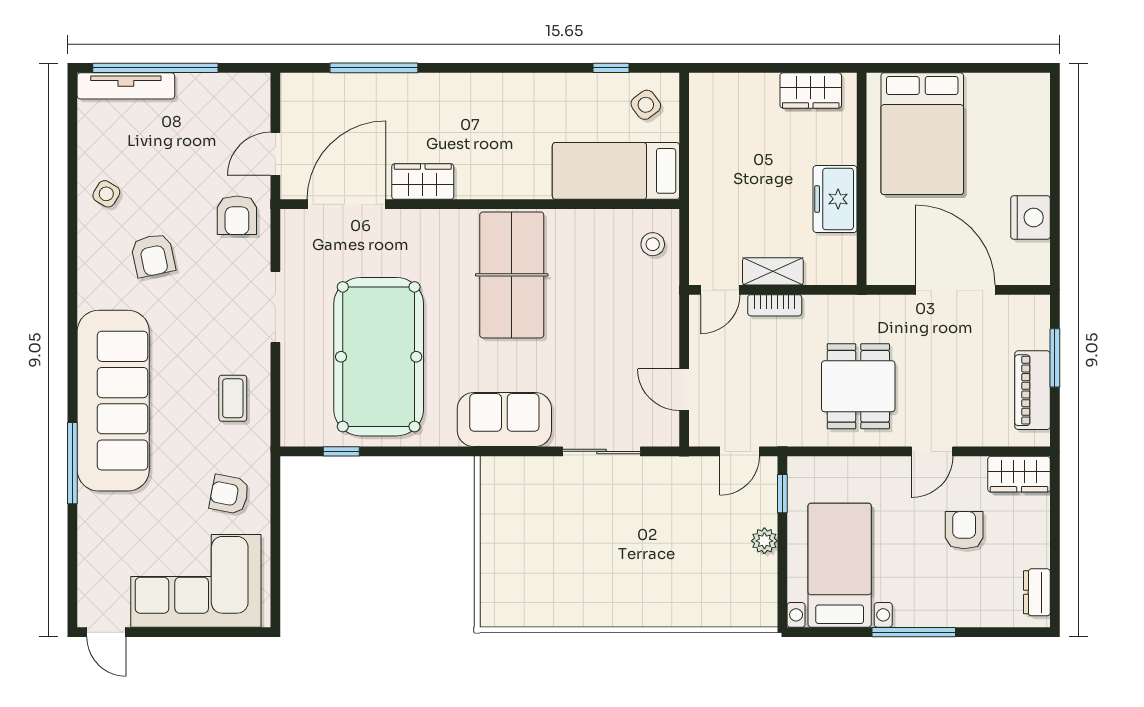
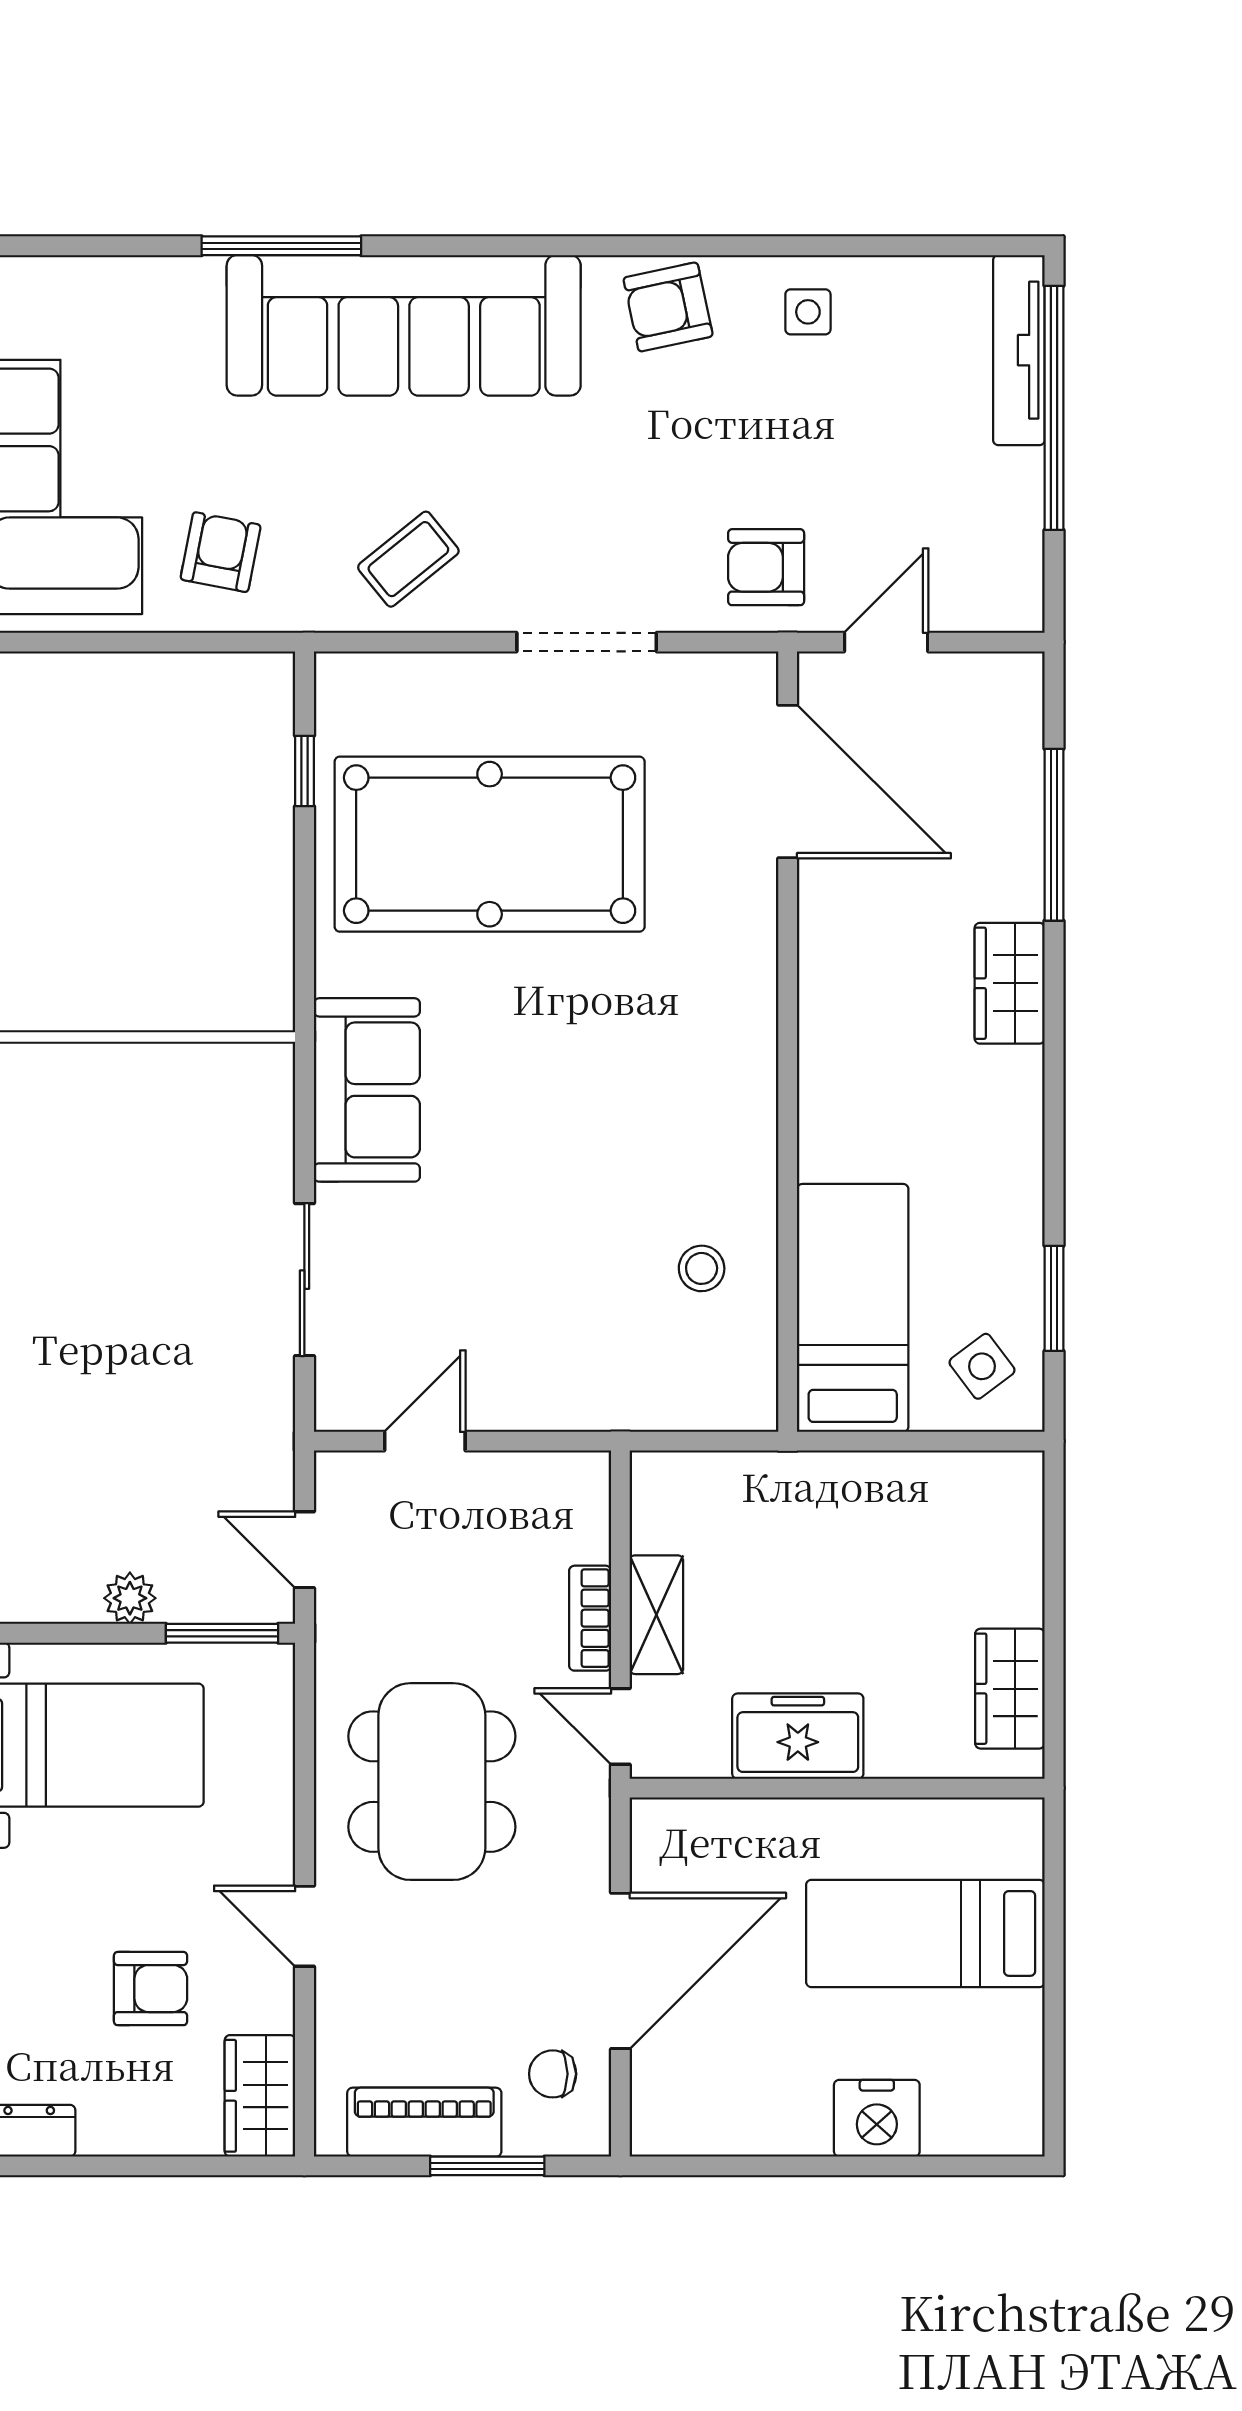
window: (611, 68) -> (1054, 1298), width x1.50
bed: (922, 134) -> (925, 1933), width x0.67
door: (275, 154) -> (886, 642), hinge flipped
wardrobe: (423, 182) -> (1010, 983), moved, turned 180
side table: (106, 194) -> (808, 312), turned -31
nightstand: (1030, 217) -> (877, 2118), moved
stool: (653, 244) -> (702, 1268), moved
armchair: (153, 255) -> (668, 307), moved
table tennis table: (512, 275) -> (649, 1104), removed
door: (720, 290) -> (620, 1726), moved
chair: (1008, 324) -> (553, 2074), added
dining table: (858, 386) -> (432, 1782), width x1.38
coffee table: (233, 398) -> (408, 559), turned -39
window: (782, 494) -> (222, 1633), width x1.50

